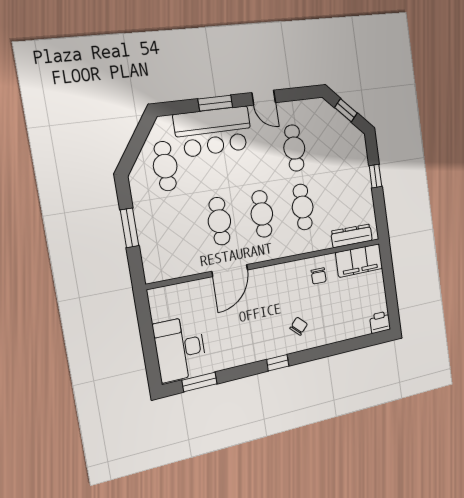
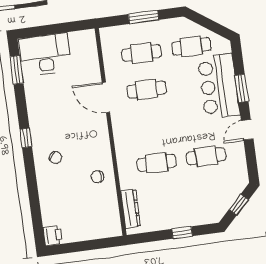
cafe table: (262, 214) -> (142, 53), moved
filing cabinet: (359, 261) -> (109, 216), removed

